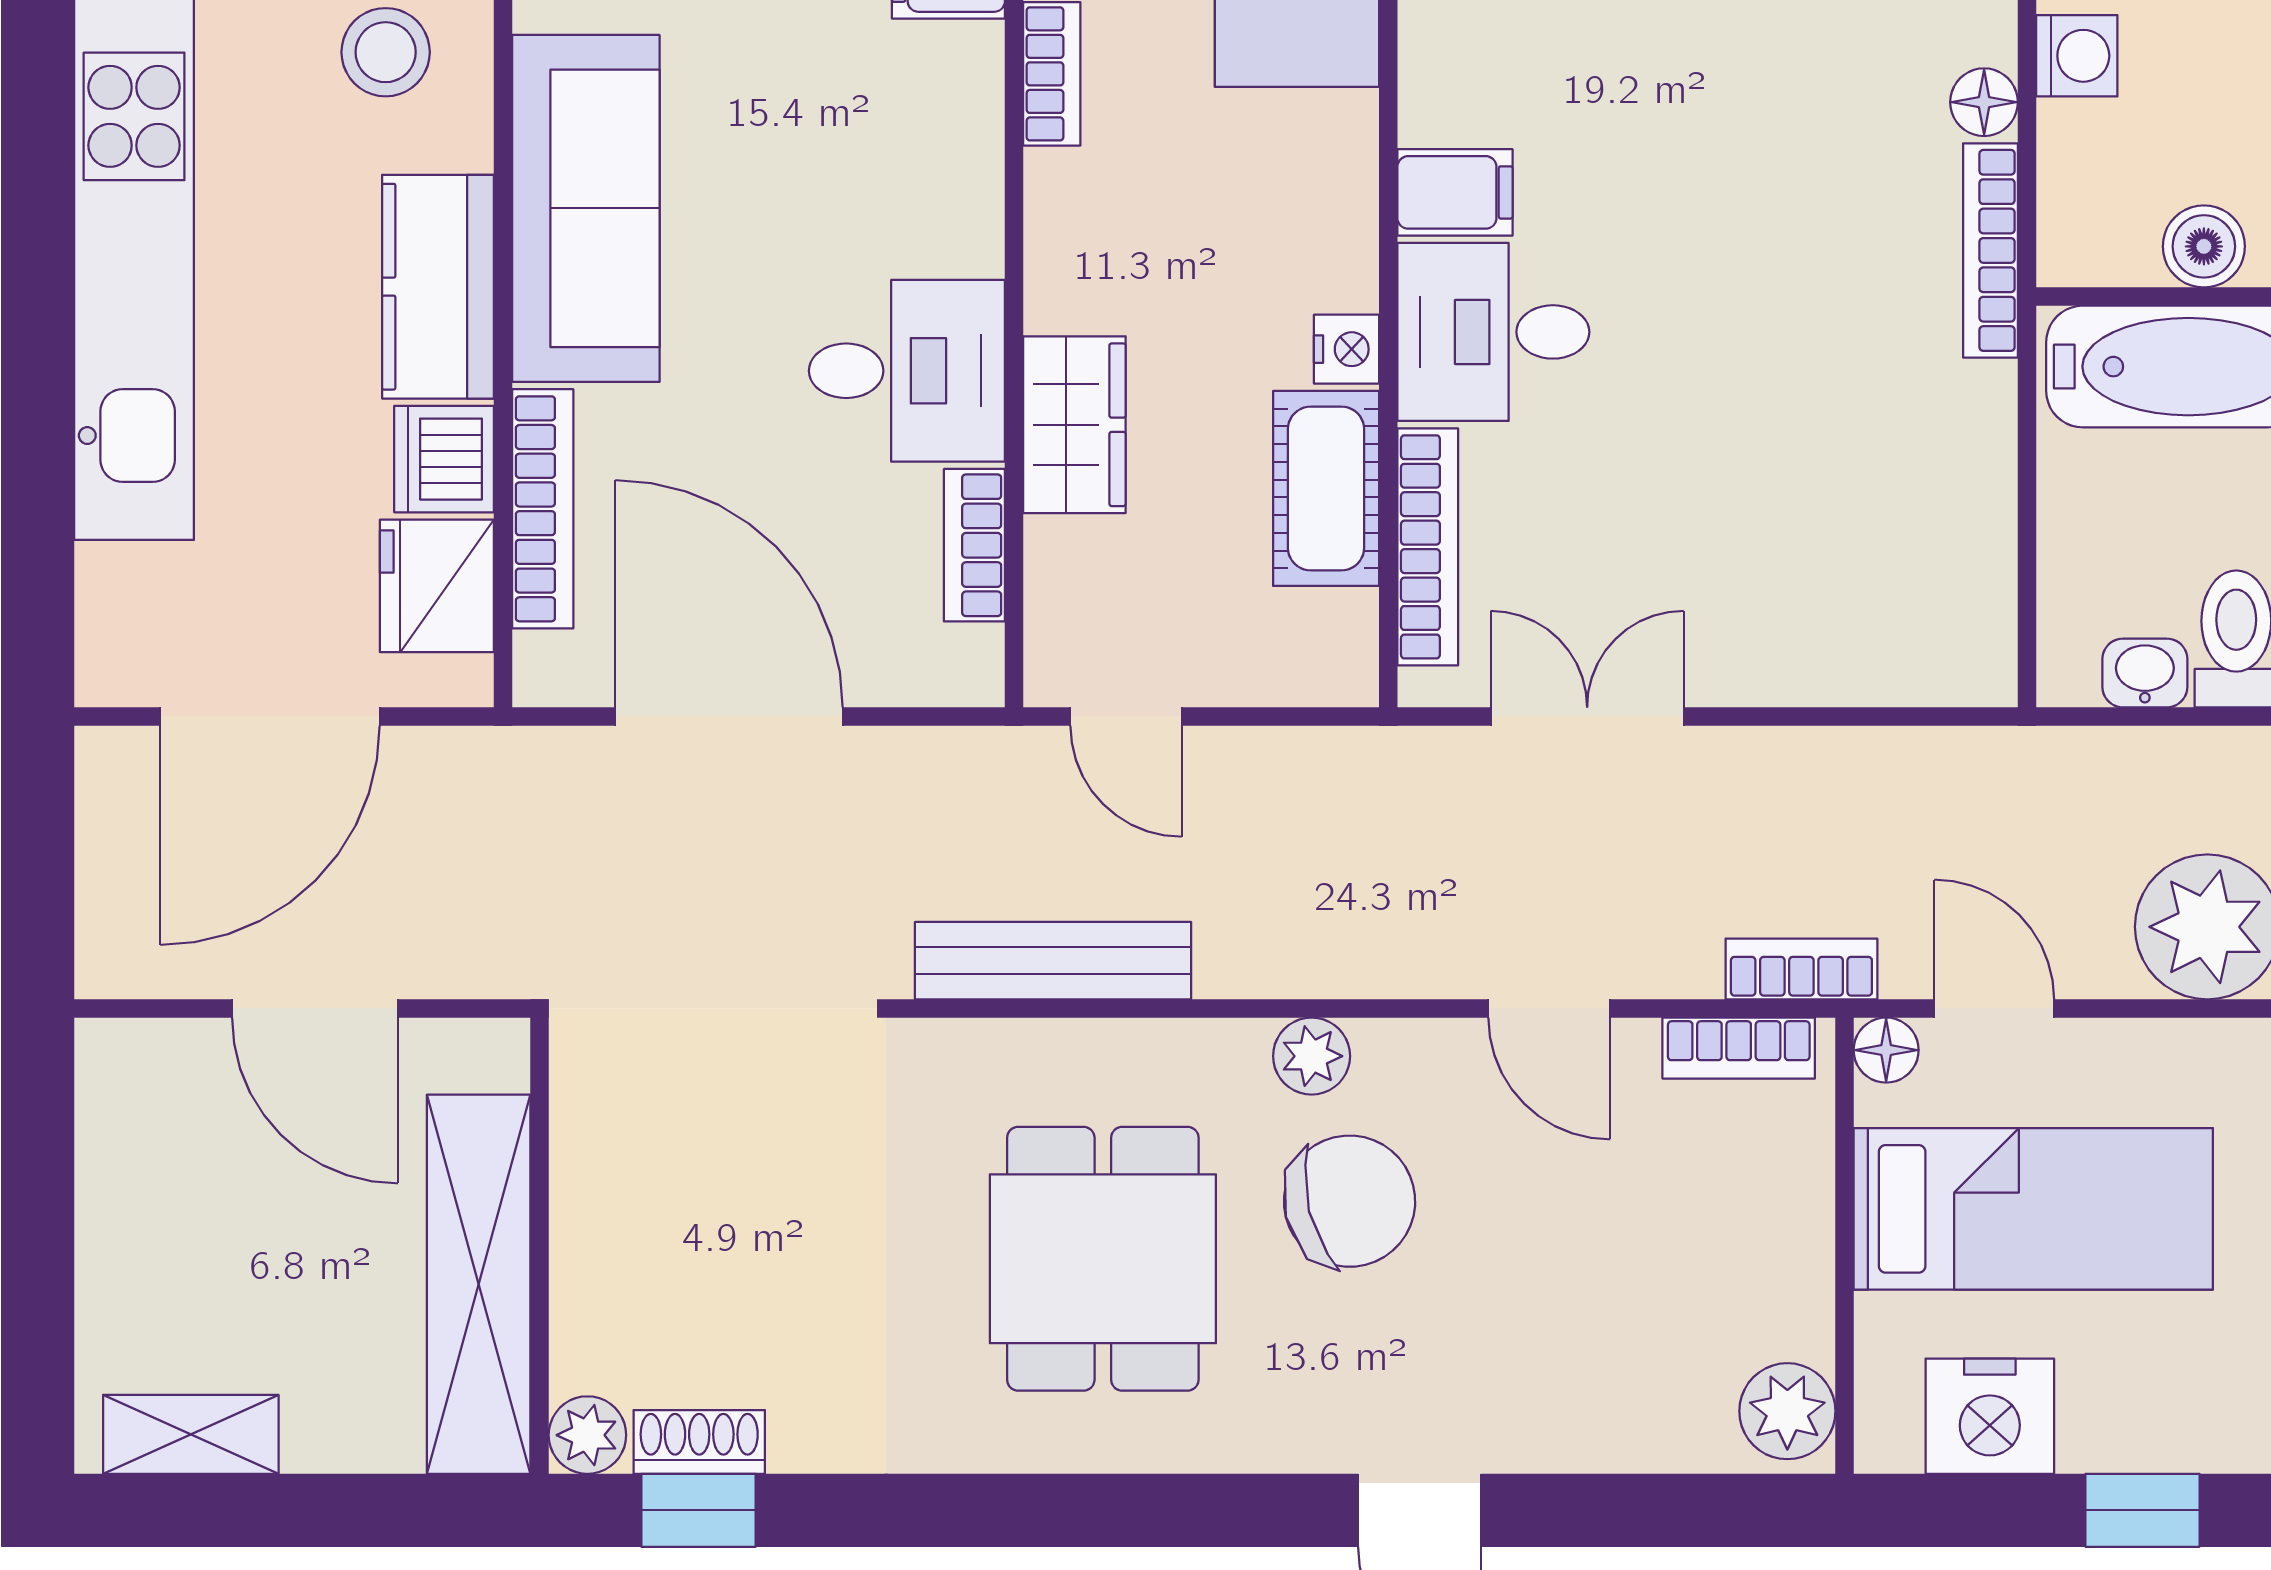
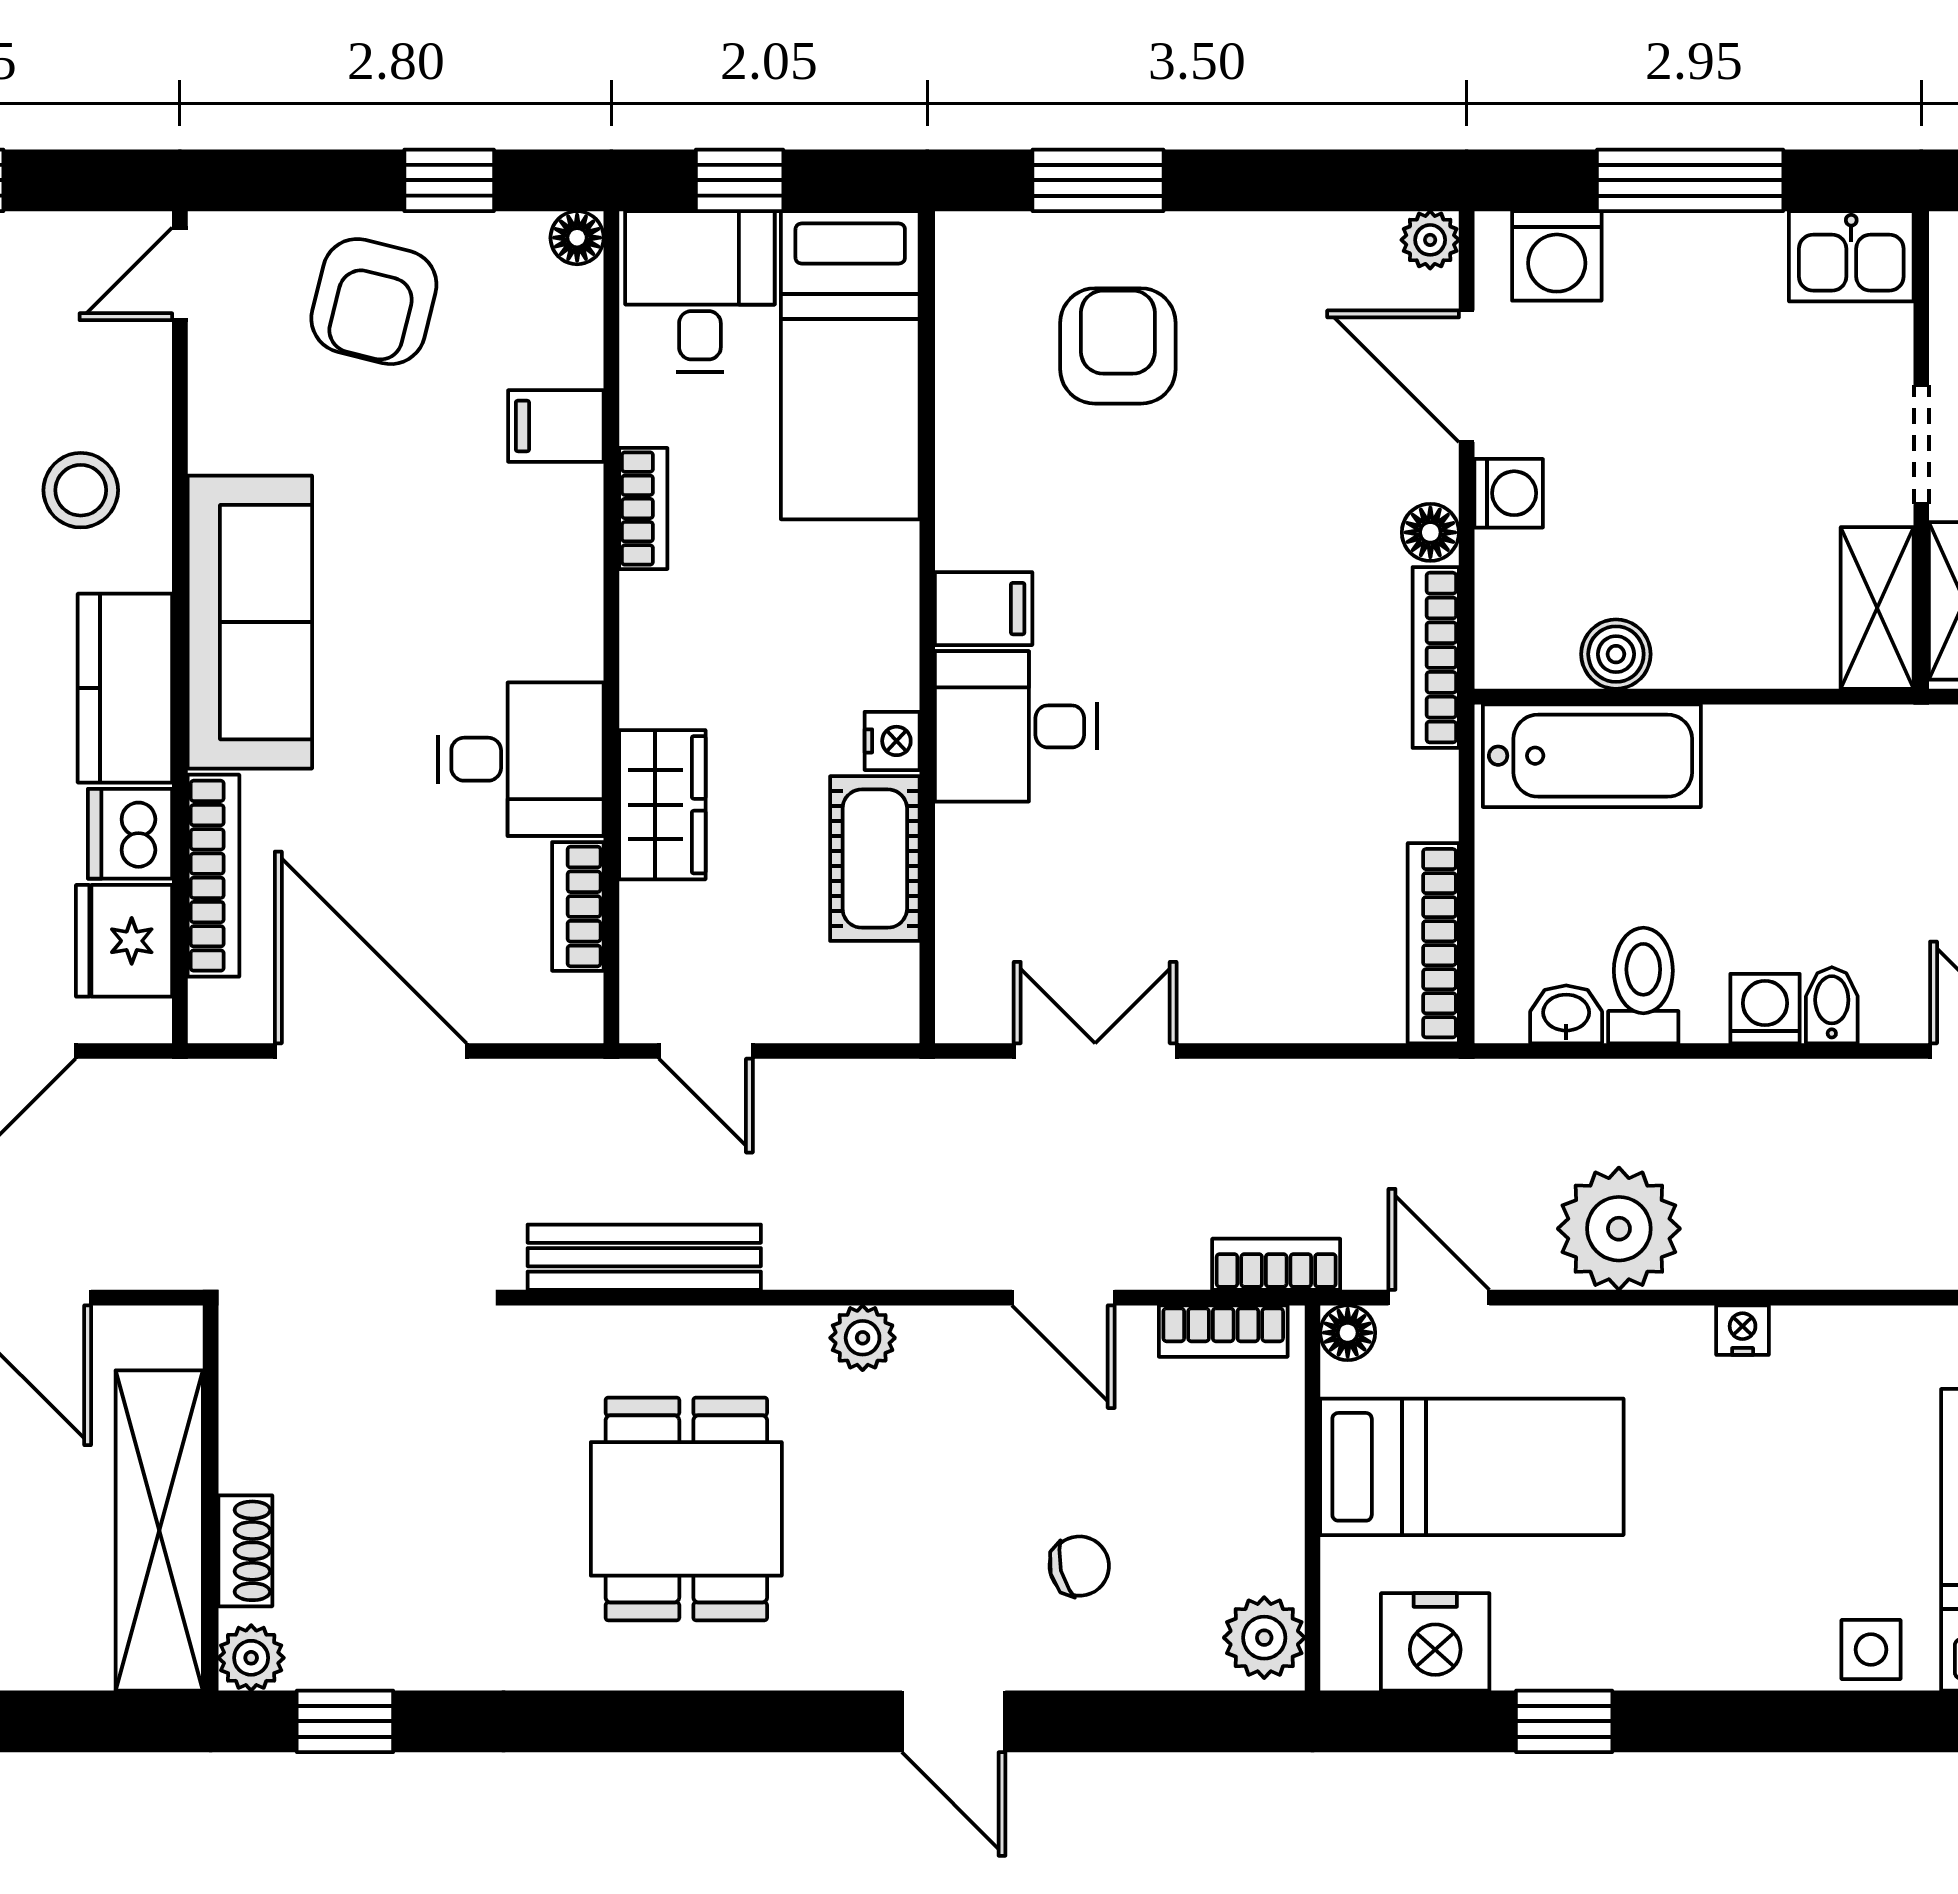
bookcase: (1428, 547) -> (1433, 943), moved, turned 180
chair: (1350, 1201) -> (1079, 1566), moved, width x0.54, depth x0.54
shoe rack: (699, 1442) -> (245, 1551), moved, turned 90

